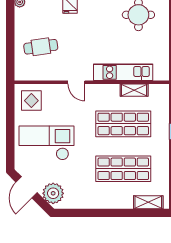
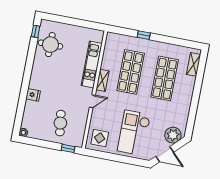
window: (10, 63) -> (68, 148), added
shelving: (134, 90) -> (103, 80), moved

